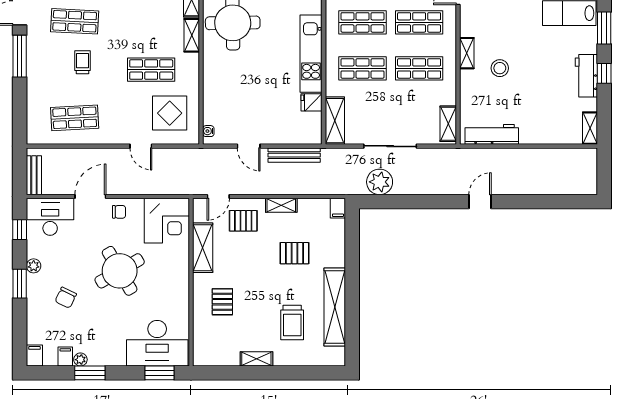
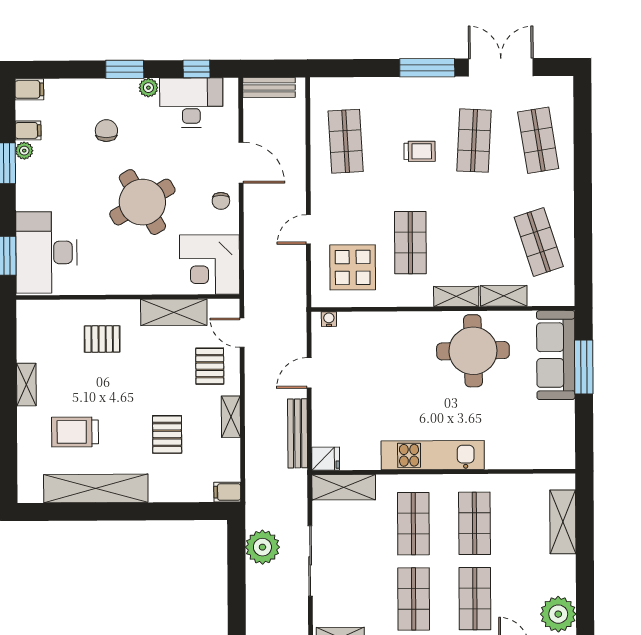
fridge: (312, 102) -> (326, 459), moved, turned 90
desk: (50, 217) -> (191, 103), moved, turned -90
chair: (66, 298) -> (106, 131), turned 64

